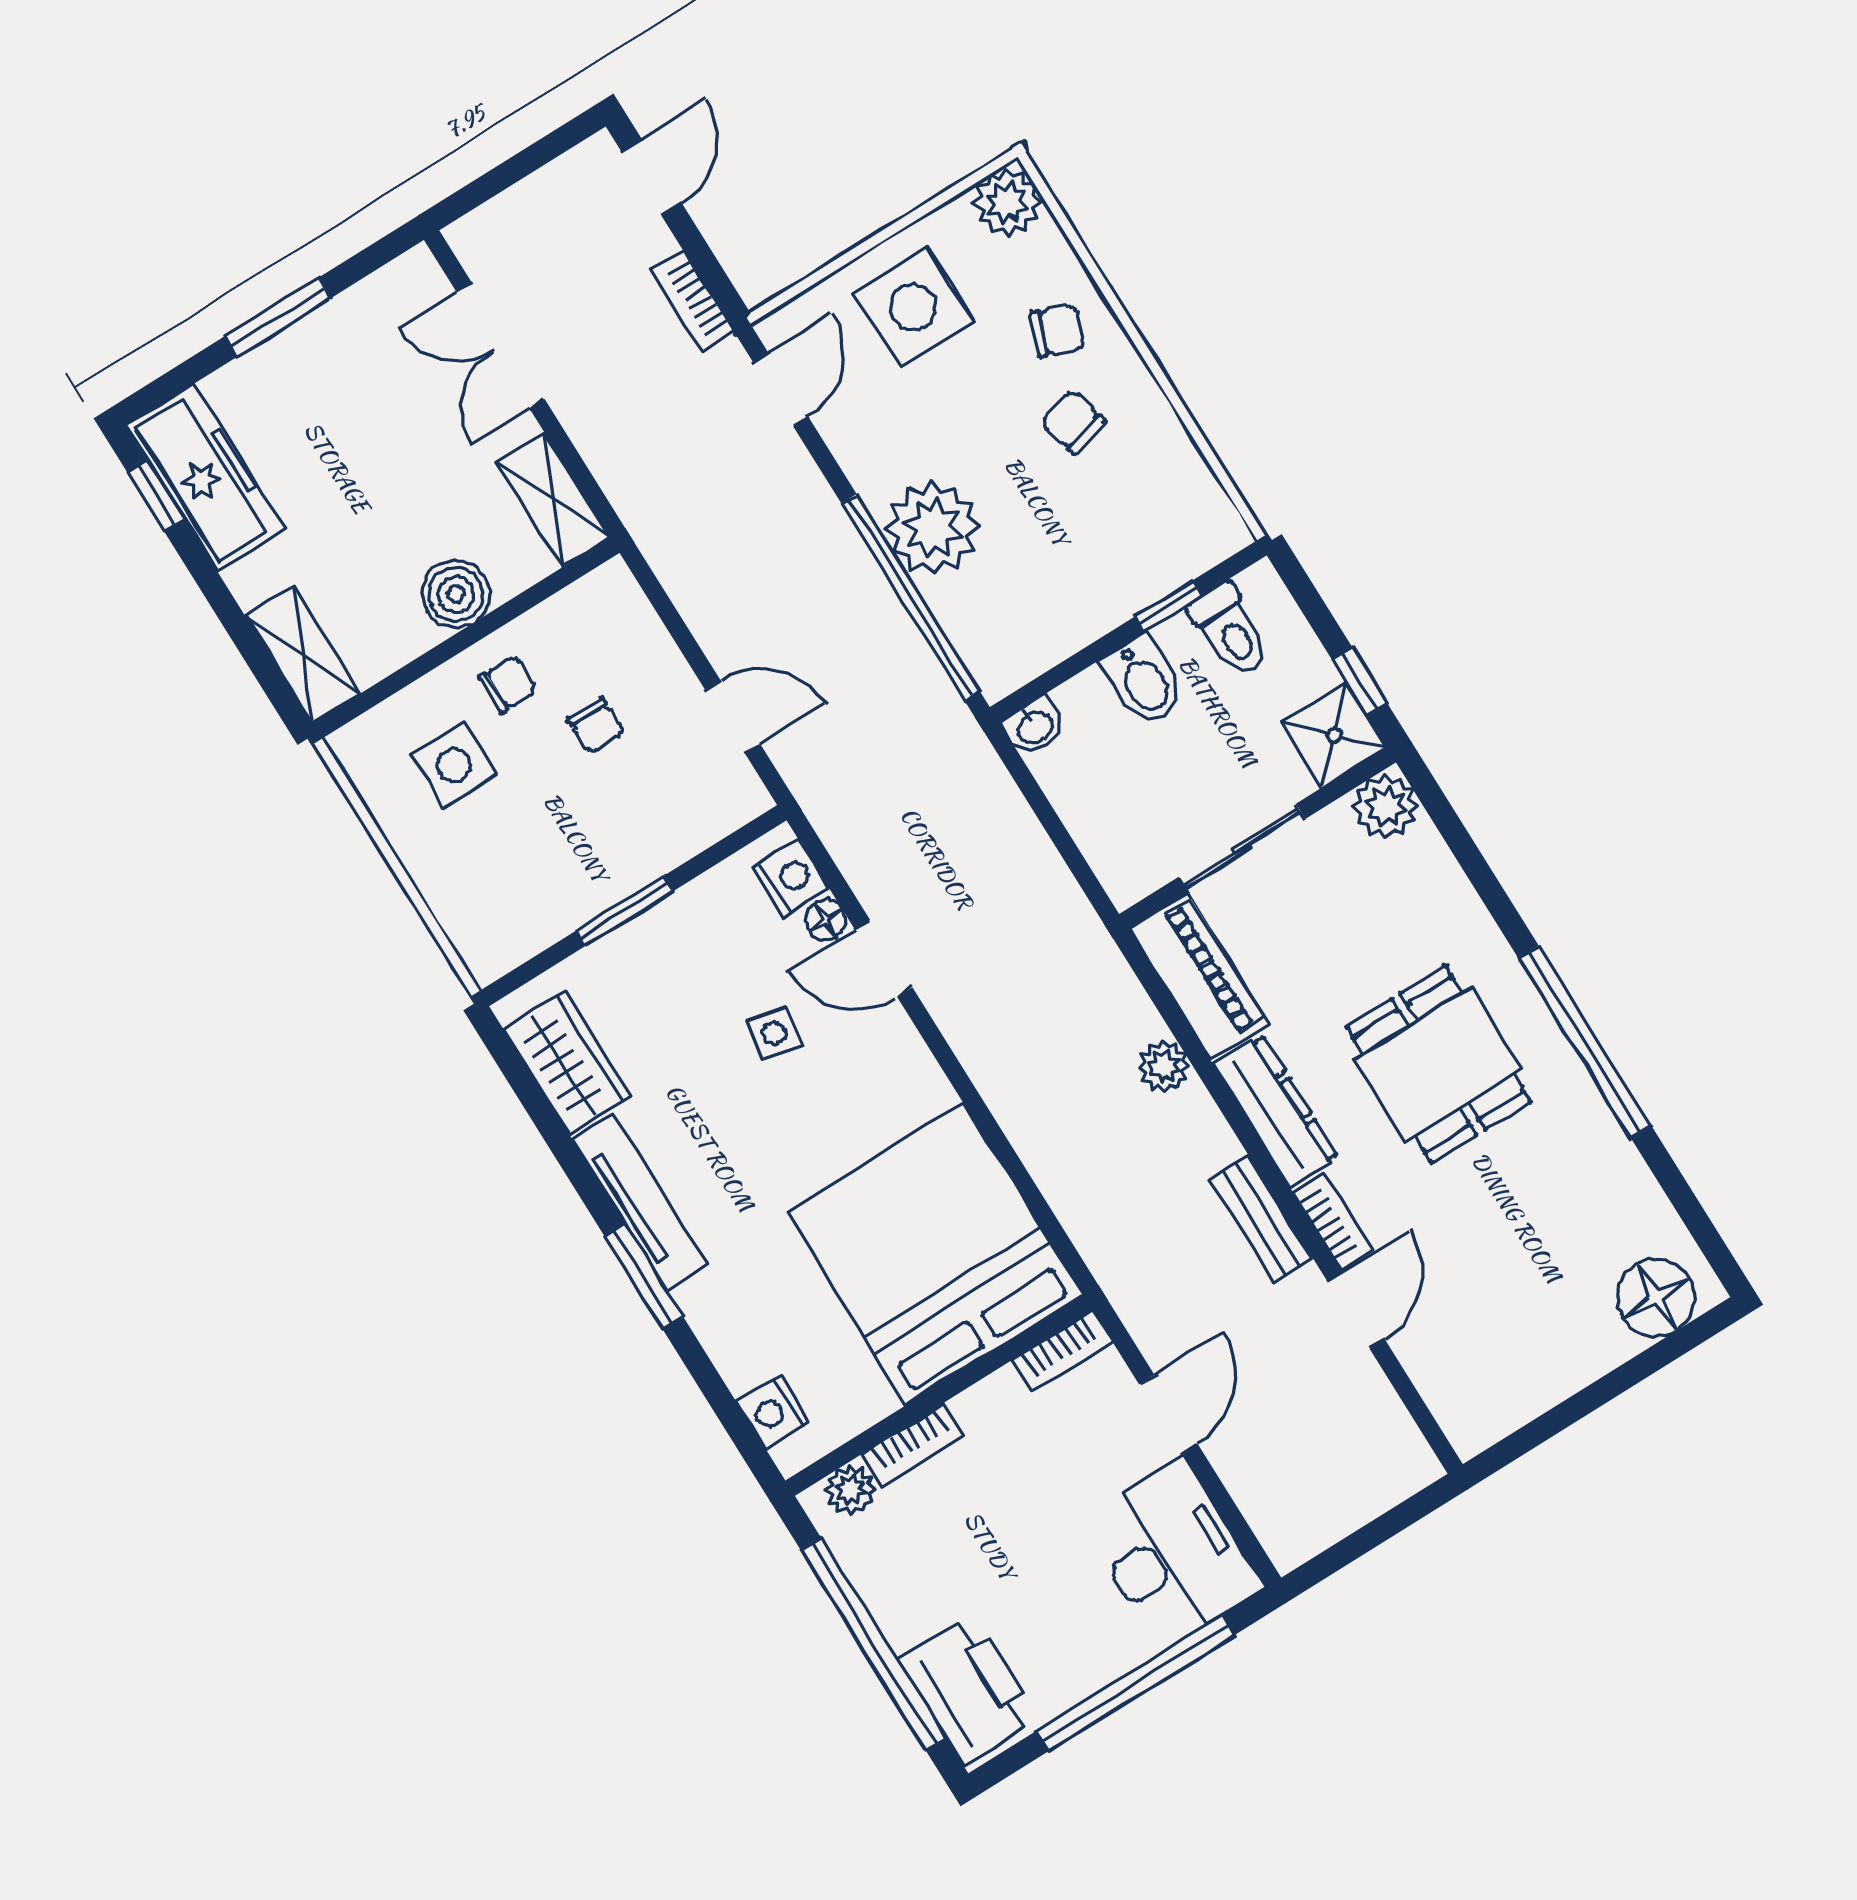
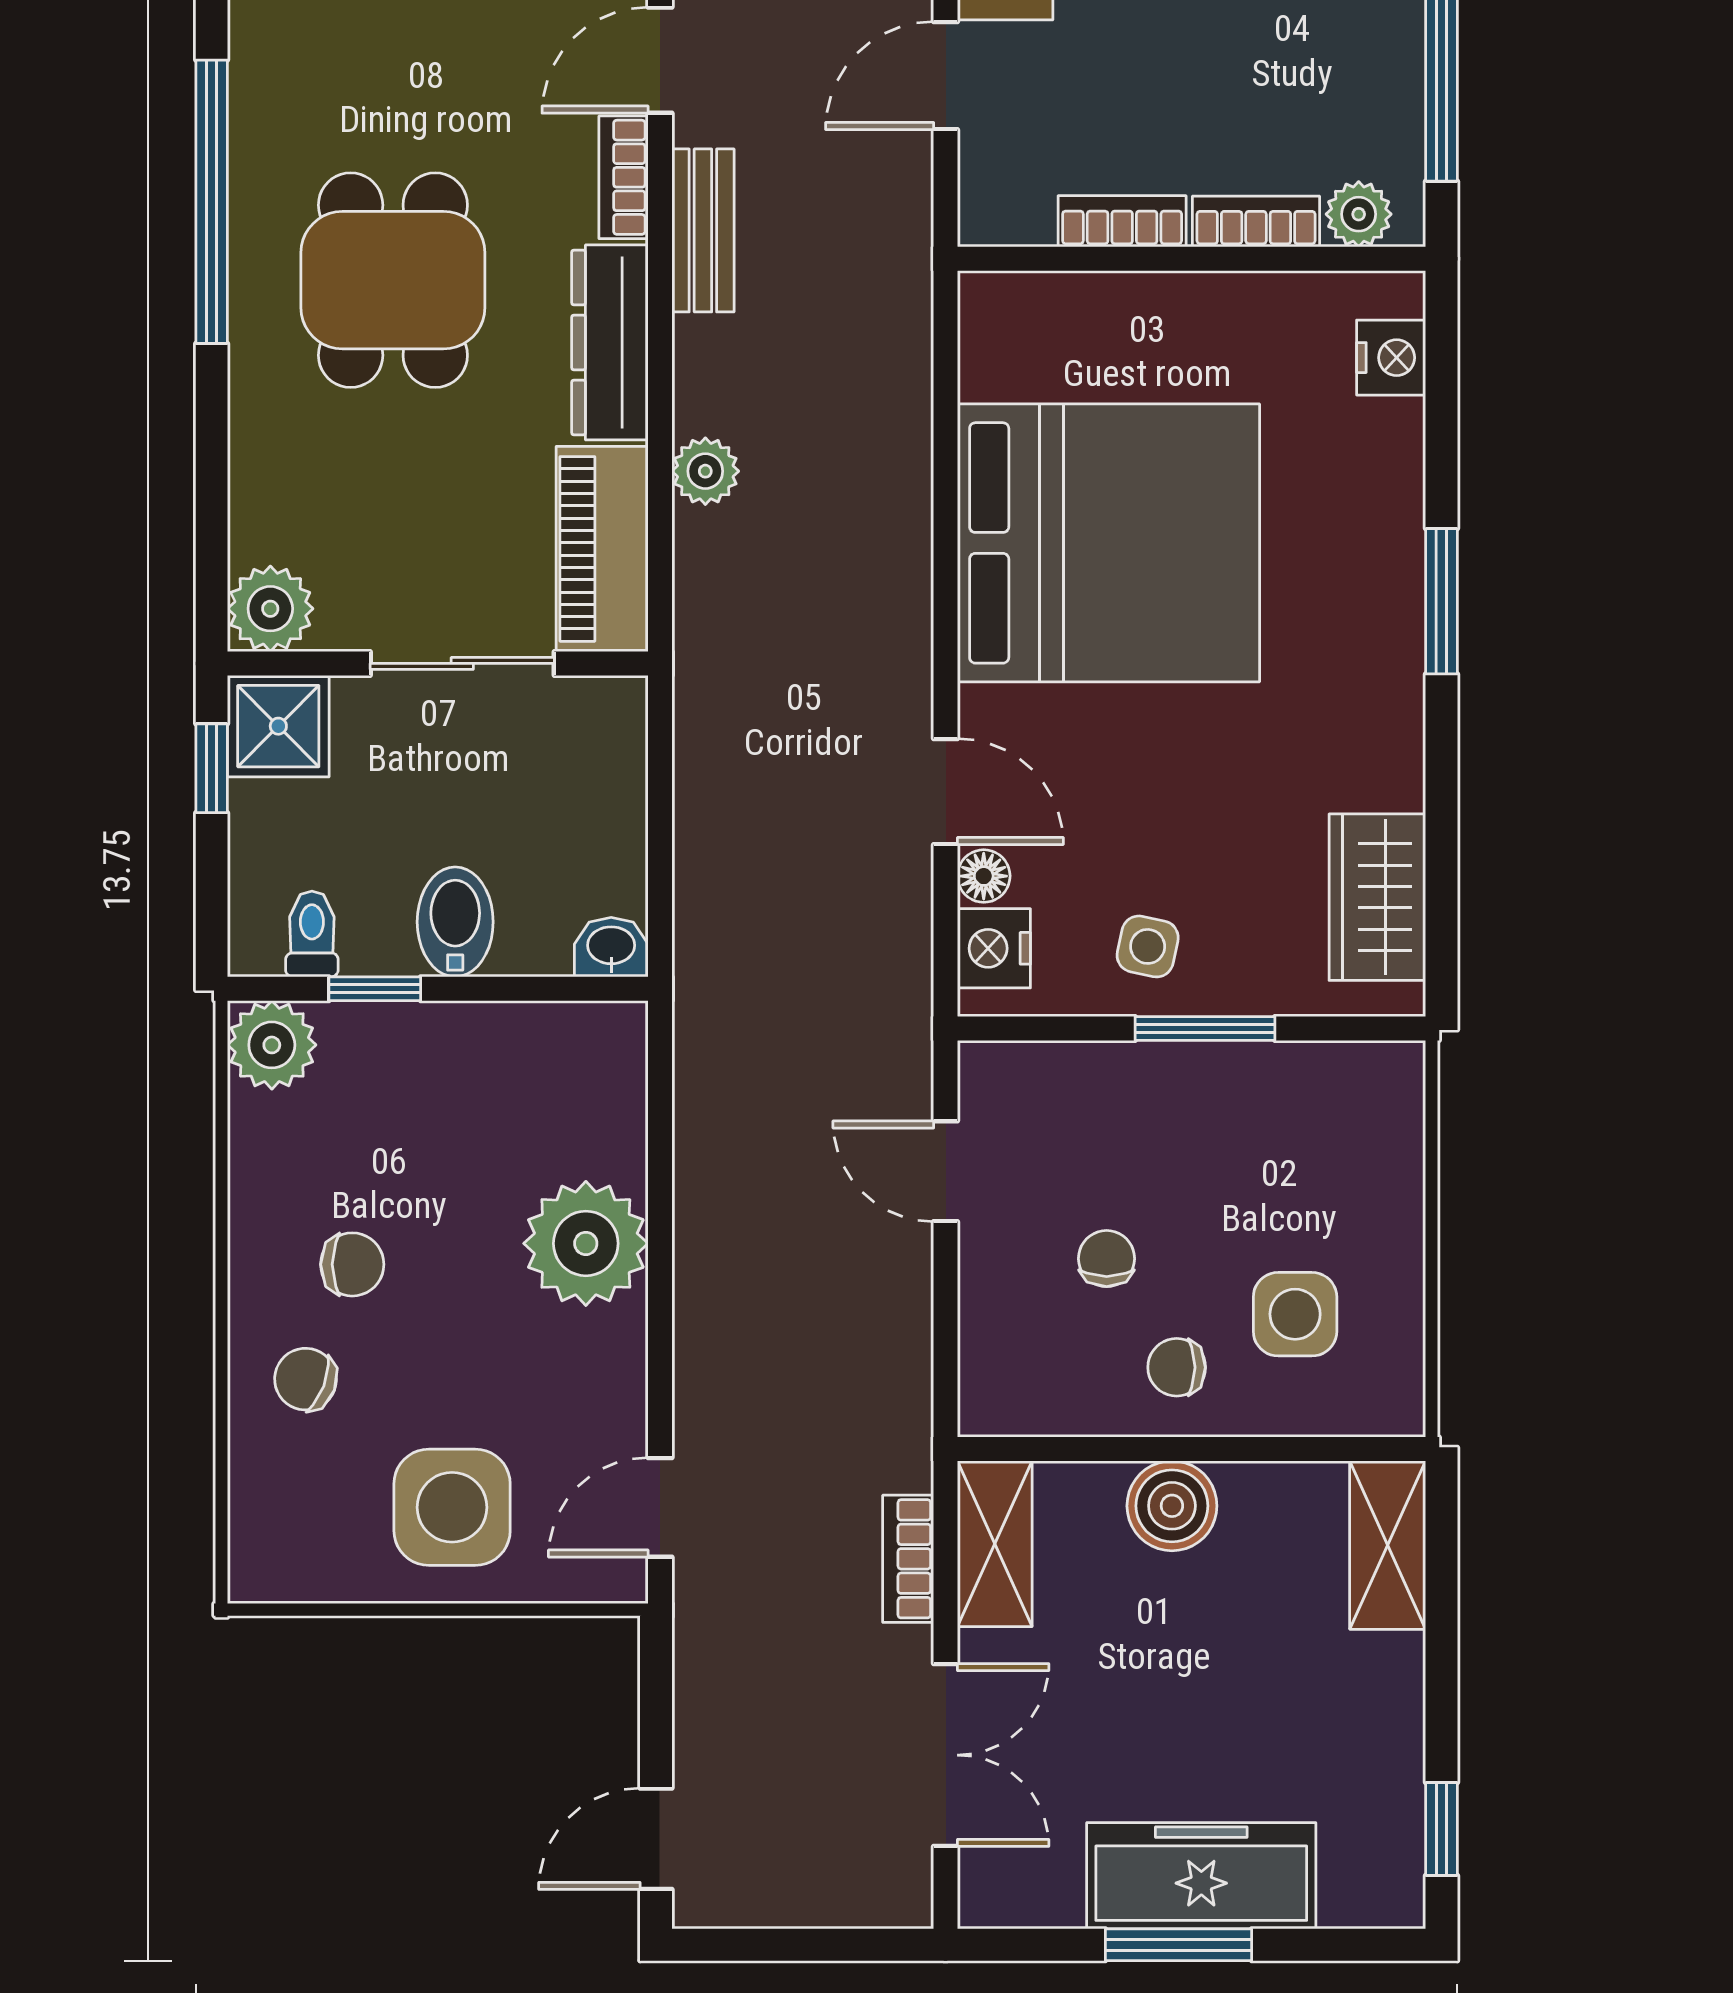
plant: (1007, 202) -> (272, 1045), moved
bookcase: (692, 301) -> (908, 1559), moved, turned 180
chair: (1073, 422) -> (352, 1264), turned -74
freezer: (206, 478) -> (1201, 1876), moved, turned 90
window: (911, 597) -> (660, 1181), removed
toilet: (1230, 631) -> (312, 934), width x0.73, depth x0.72
side table: (775, 1033) -> (1148, 946), moved
tv unit: (640, 1202) -> (1393, 689), removed
bed: (935, 1254) -> (1108, 543), moved, turned -90
bookcase: (1062, 1351) -> (1122, 221), moved

